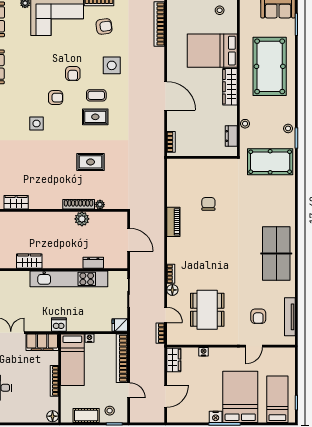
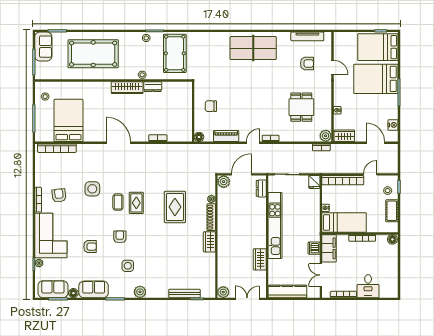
bed: (212, 51) -> (68, 120), moved, turned 180
armchair: (73, 74) -> (90, 247), moved
wardrobe: (230, 87) -> (127, 88), moved
door: (166, 96) -> (118, 143), hinge flipped
side table: (37, 123) -> (128, 266), moved
wall: (202, 157) -> (193, 112), moved
rug: (91, 162) -> (175, 207), width x1.36, depth x1.43
wardrobe: (16, 202) -> (209, 242), moved
plant: (82, 219) -> (224, 182), moved
dresser: (93, 263) -> (261, 188), moved
floor lamp: (172, 290) -> (199, 137), moved
dining table: (207, 310) -> (301, 107), width x0.73
door: (166, 315) -> (253, 143), moved
dishwasher: (59, 325) -> (314, 248), moved
plant: (174, 338) -> (326, 136), added
bed: (277, 399) -> (378, 47), width x1.50
nightstand: (216, 417) -> (393, 125), moved

